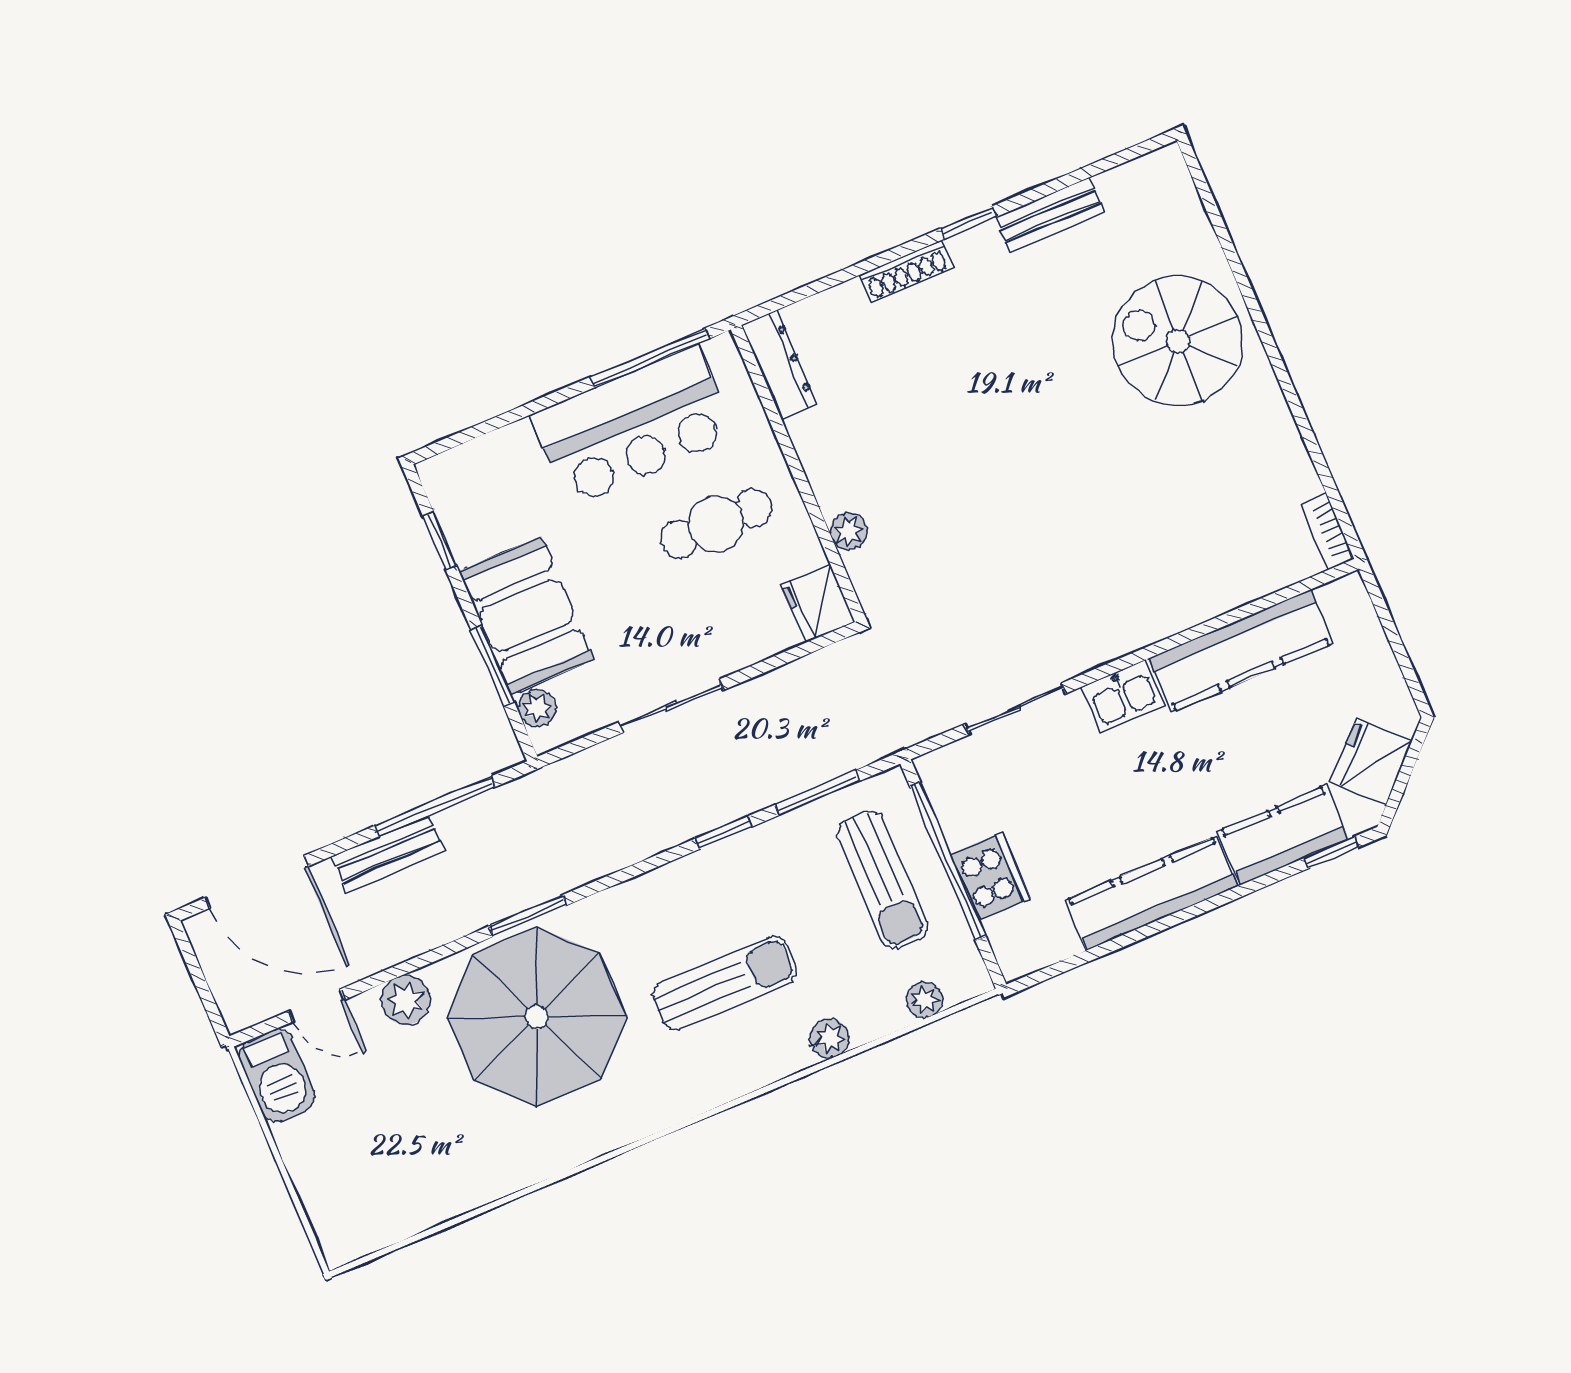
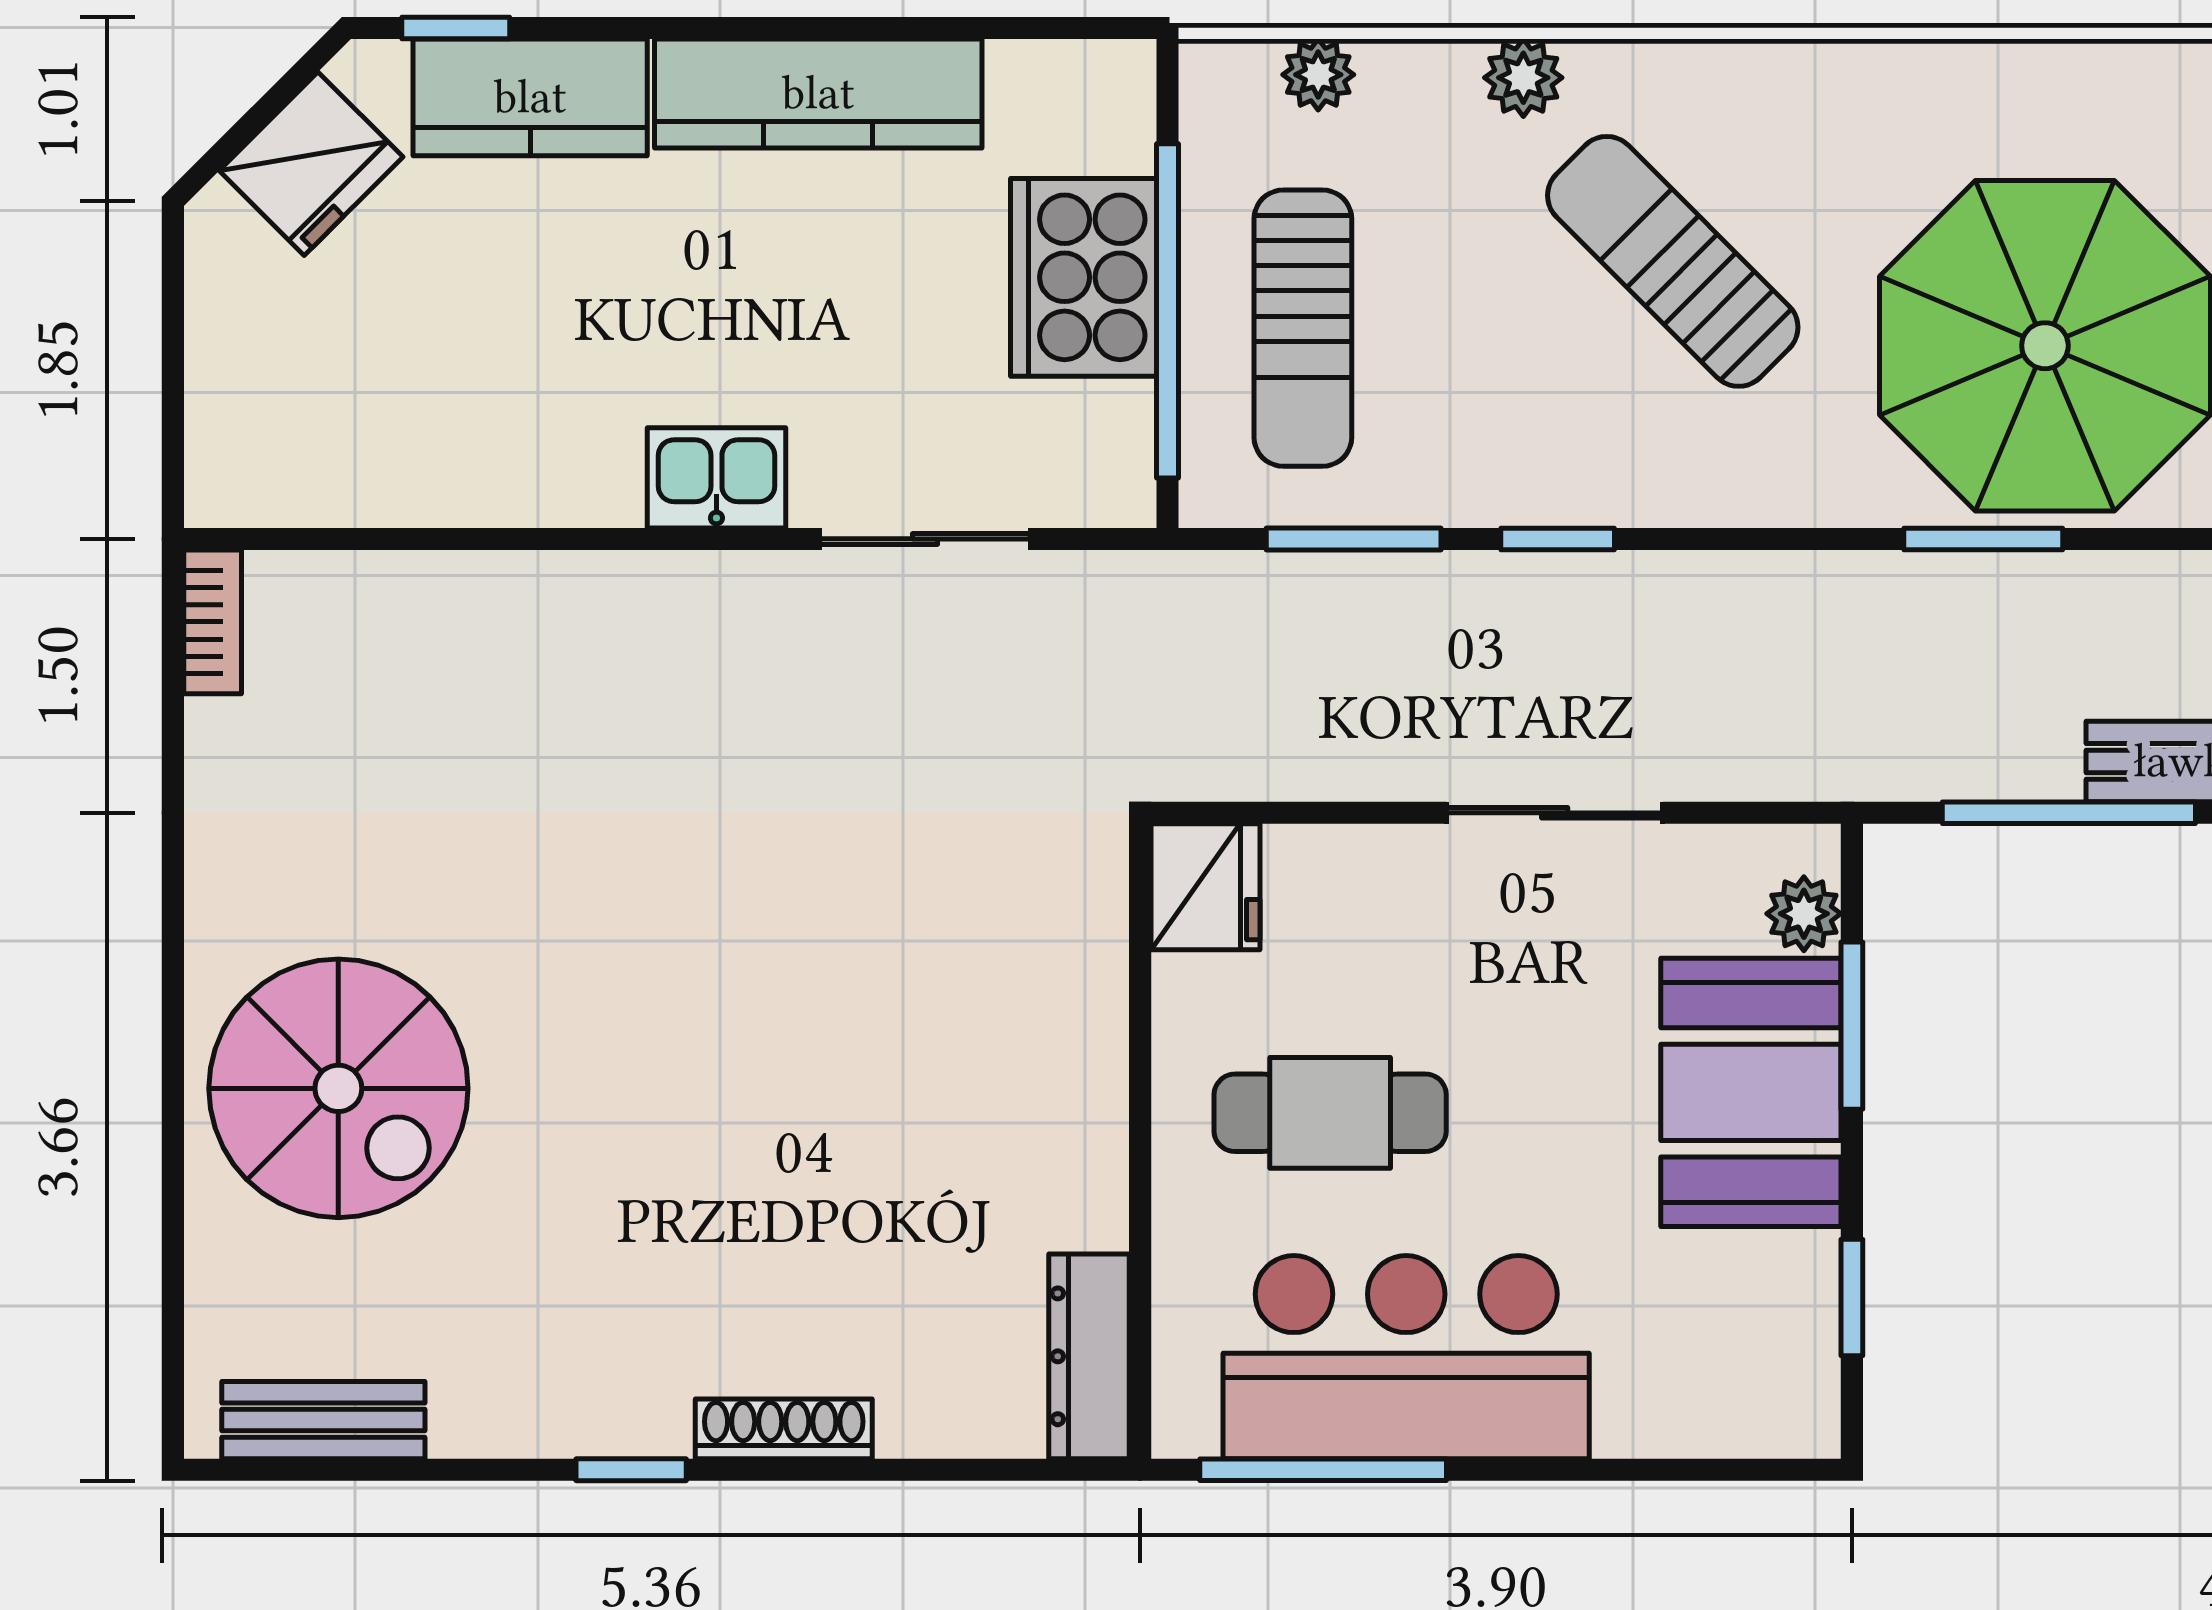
bench: (1050, 215) -> (323, 1420), moved
plant: (849, 531) -> (1092, 995), removed
kitchen counter: (1241, 651) -> (464, 469), removed
cooker: (990, 876) -> (1084, 277), width x1.37, depth x1.31
sun lounger: (882, 880) -> (1303, 328), turned 180
sun lounger: (725, 983) -> (1673, 261), turned 45

